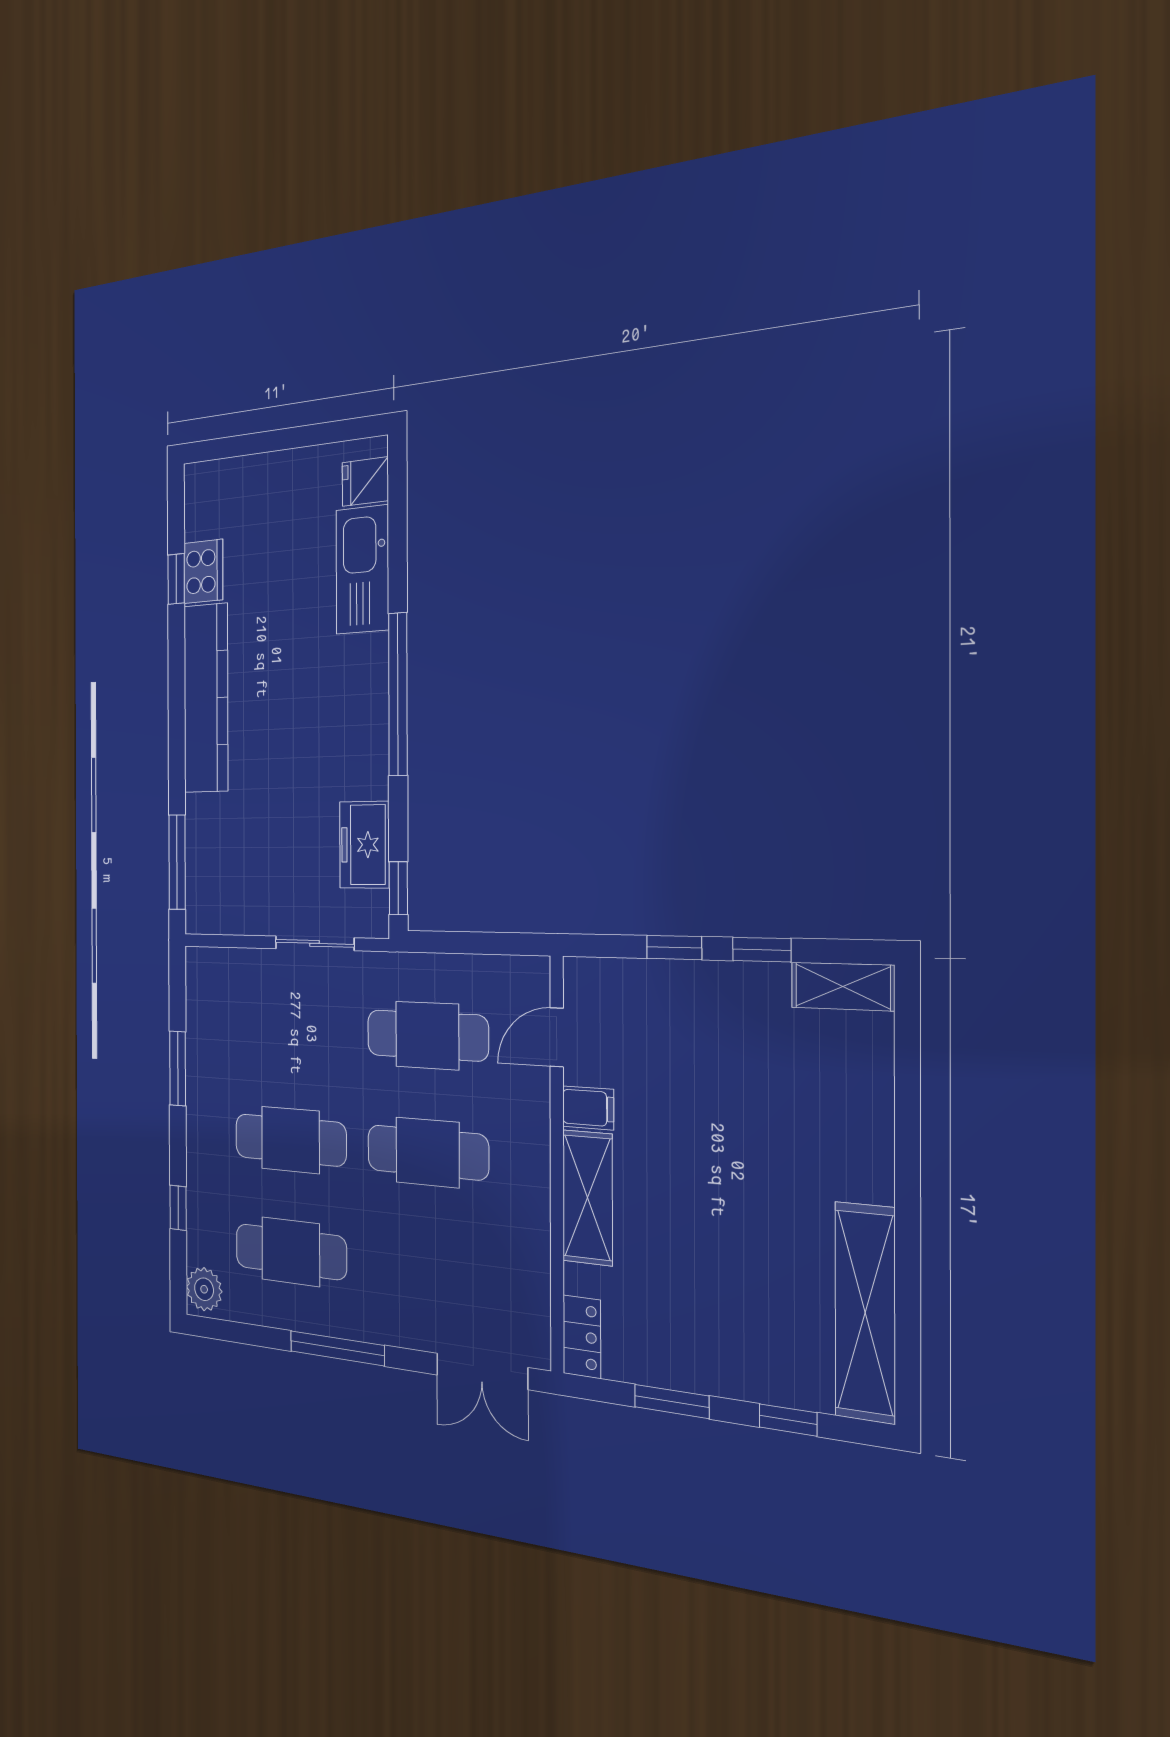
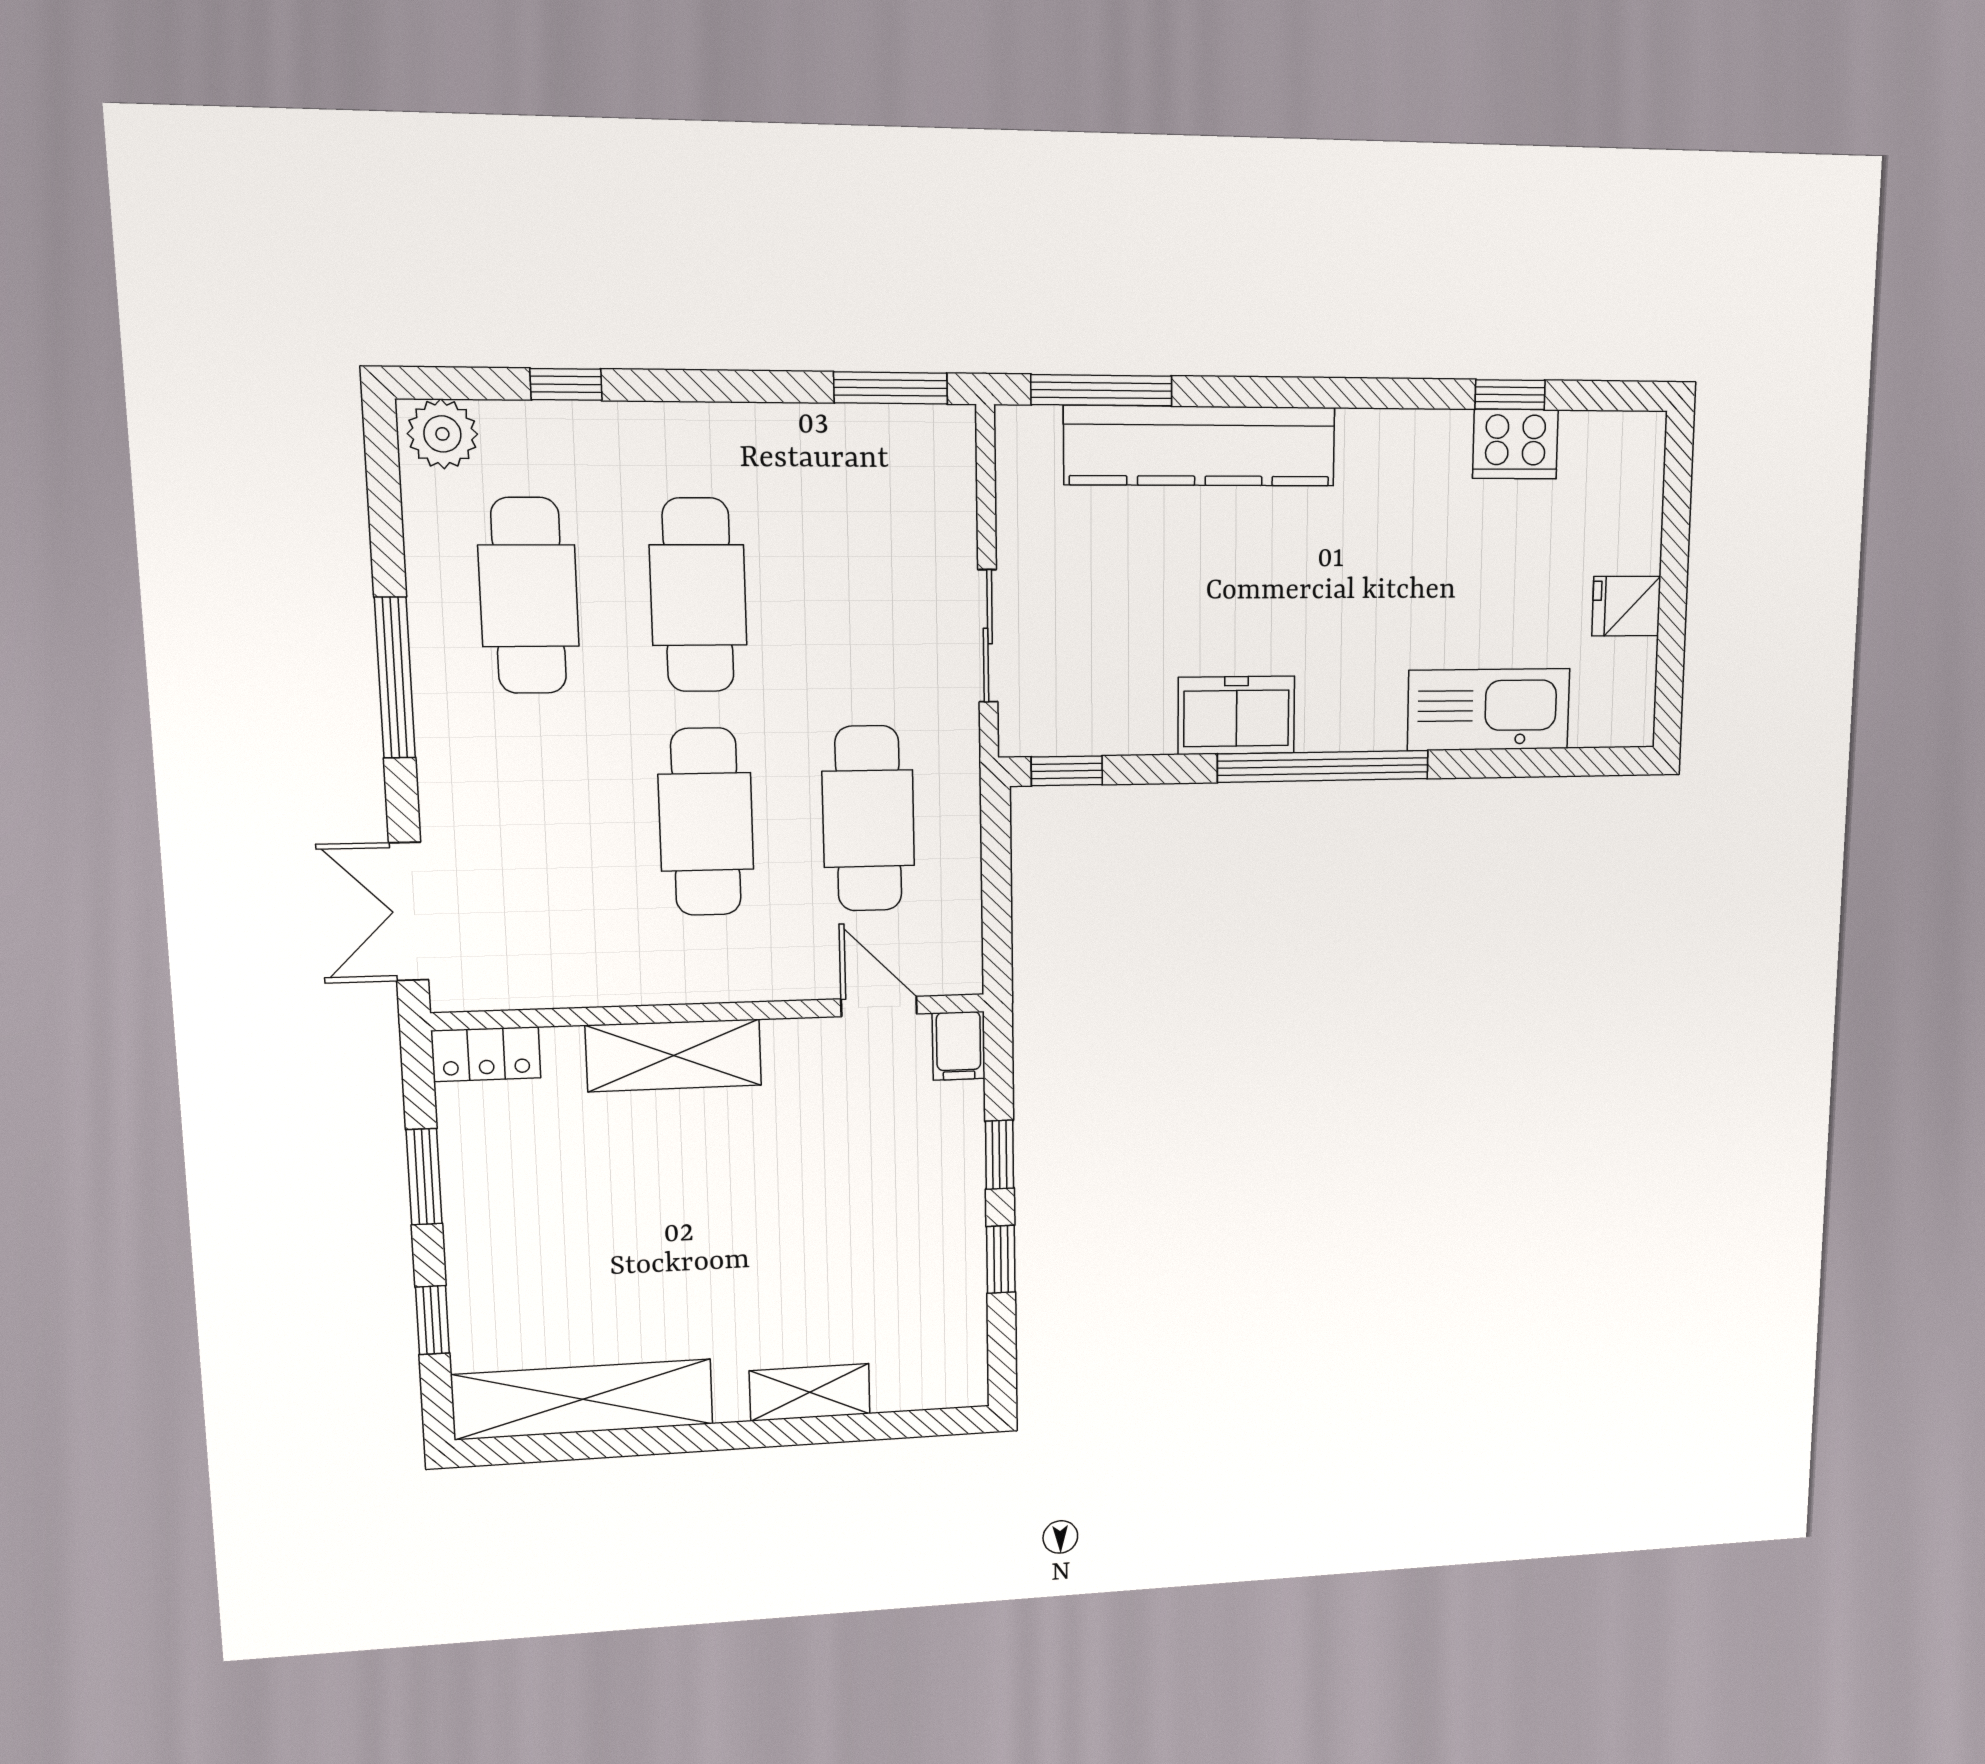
fridge: (365, 482) -> (1626, 606), moved, turned -90
kitchen counter: (206, 698) -> (1200, 446), moved
freezer: (364, 845) -> (1236, 715), moved
shelving: (843, 986) -> (810, 1392), moved, turned 90
window: (178, 1068) -> (891, 388), moved
filing cabinet: (588, 1108) -> (959, 1046), moved

